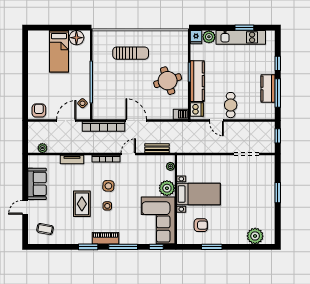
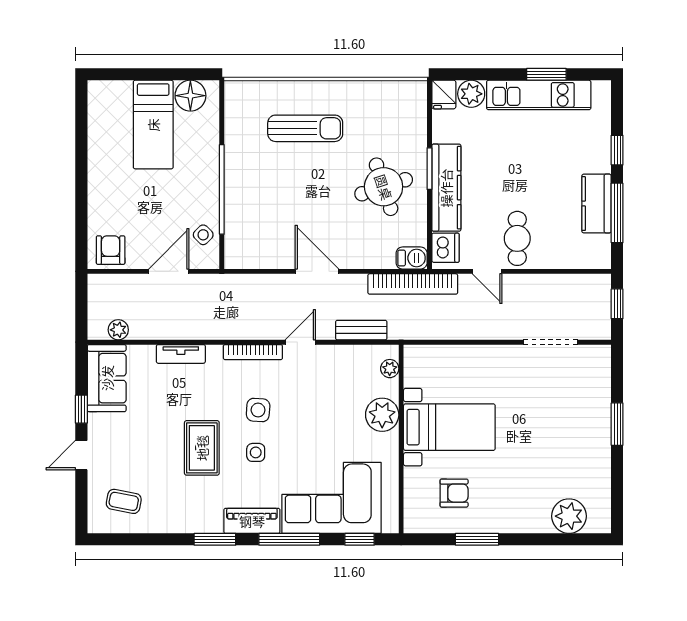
bookcase: (104, 126) -> (413, 284), moved
sofa: (37, 184) -> (107, 378), moved
window: (25, 186) -> (81, 409), added
corner sofa: (158, 220) -> (332, 498), moved, turned 90

